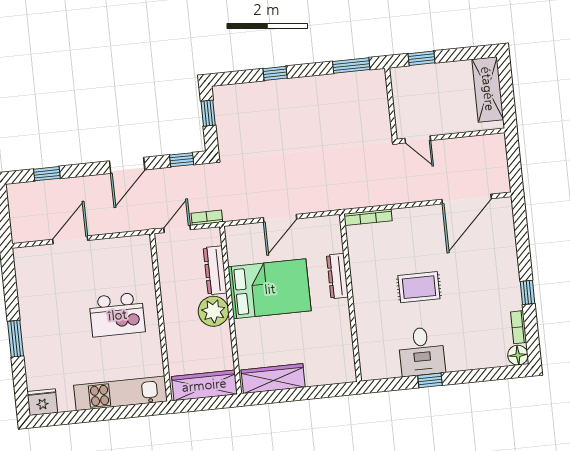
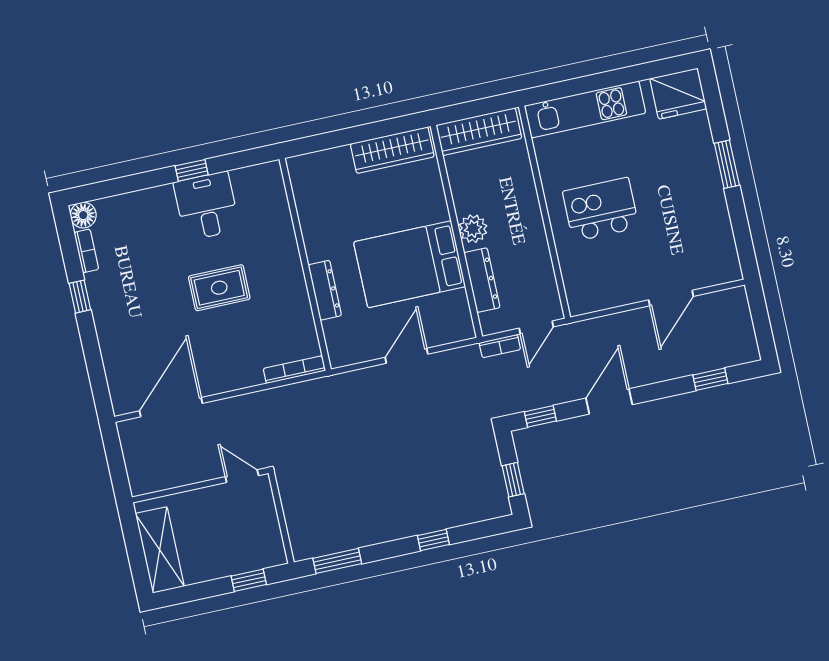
plant: (213, 311) -> (473, 229), width x0.73, depth x0.73
fridge: (42, 402) -> (678, 94), width x1.36, depth x1.34

